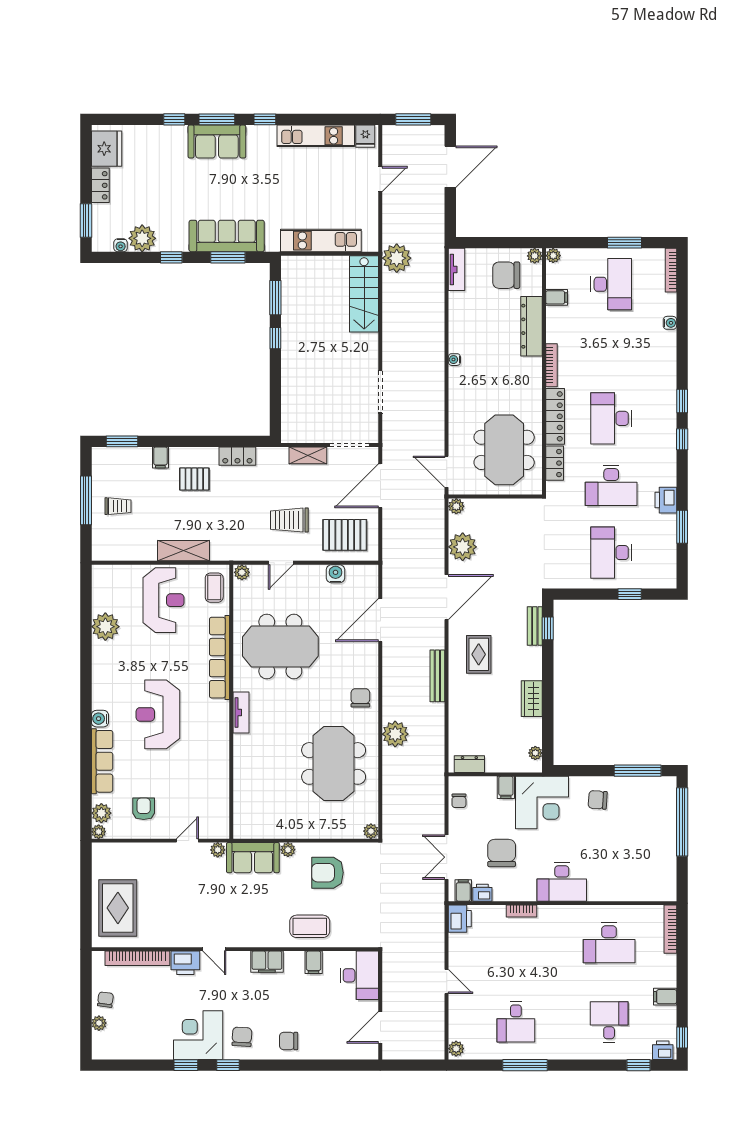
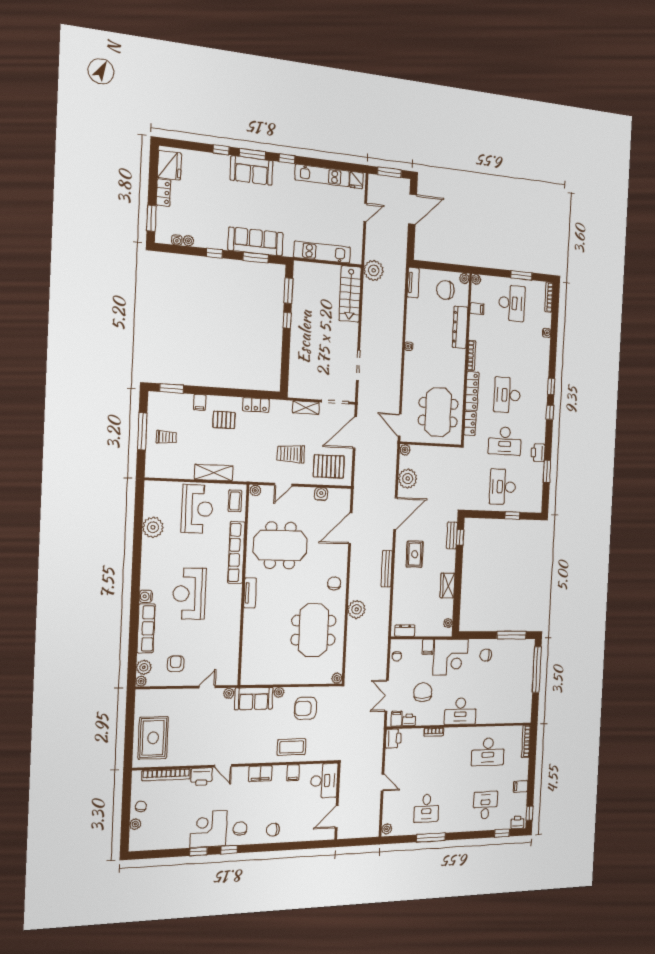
plant: (142, 238) -> (188, 241), width x0.53, depth x0.53

